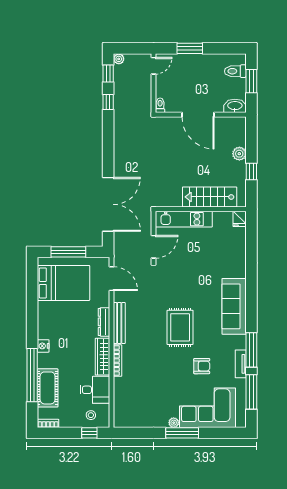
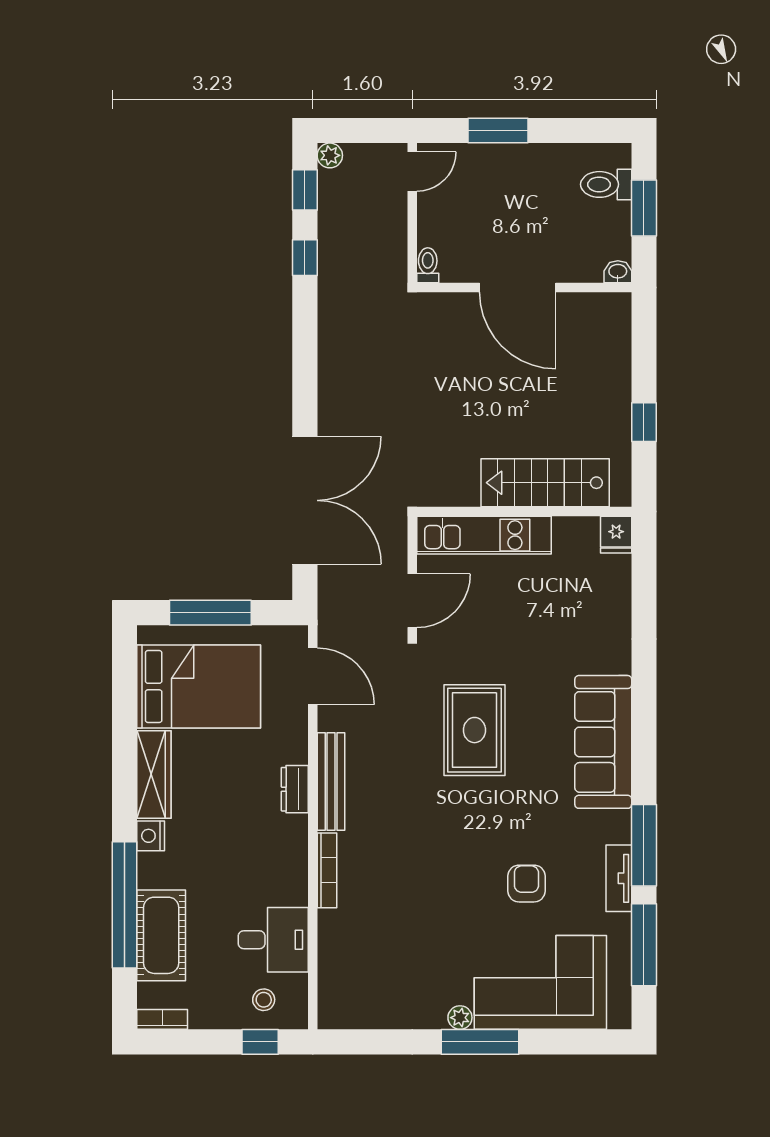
washbasin: (235, 106) -> (618, 272), width x0.52, depth x0.69
plant: (239, 154) -> (615, 380), removed
dresser: (104, 322) -> (295, 789), width x0.70
rug: (180, 327) -> (474, 730), moved
wardrobe: (102, 357) -> (154, 775), moved, turned 180
armchair: (202, 366) -> (526, 884), turned -90

